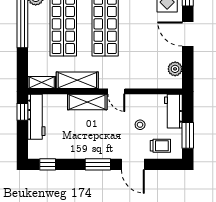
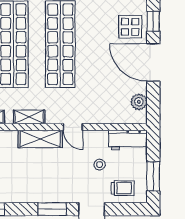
door: (188, 34) -> (153, 63), width x1.36
shelving: (77, 80) -> (29, 117), width x0.67, depth x0.75
workbench: (173, 111) -> (128, 140), moved, turned -90

